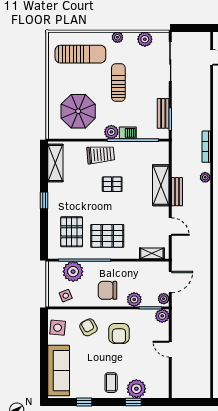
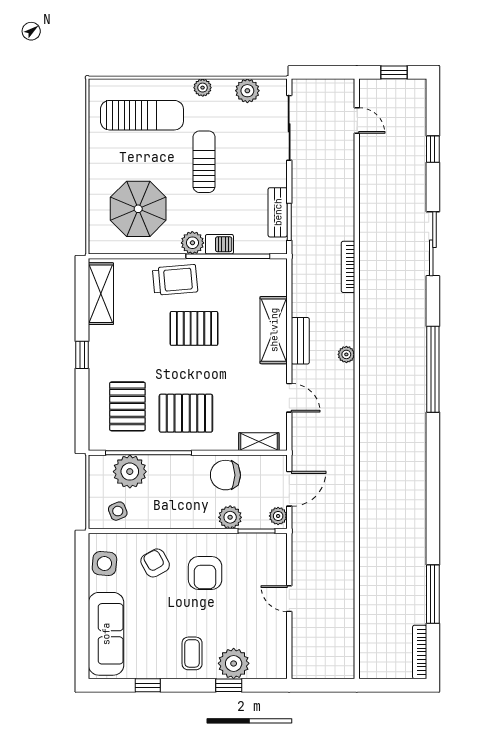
plant: (205, 177) -> (346, 354), moved
pallet: (112, 184) -> (194, 328), width x1.50, depth x1.42
chair: (108, 290) -> (225, 475), moved
plant: (162, 316) -> (276, 544), removed

